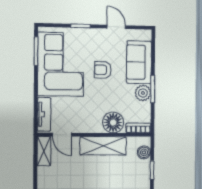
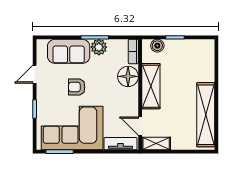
armchair: (103, 70) -> (77, 87), turned 90
door: (62, 135) -> (140, 126), swing flipped

